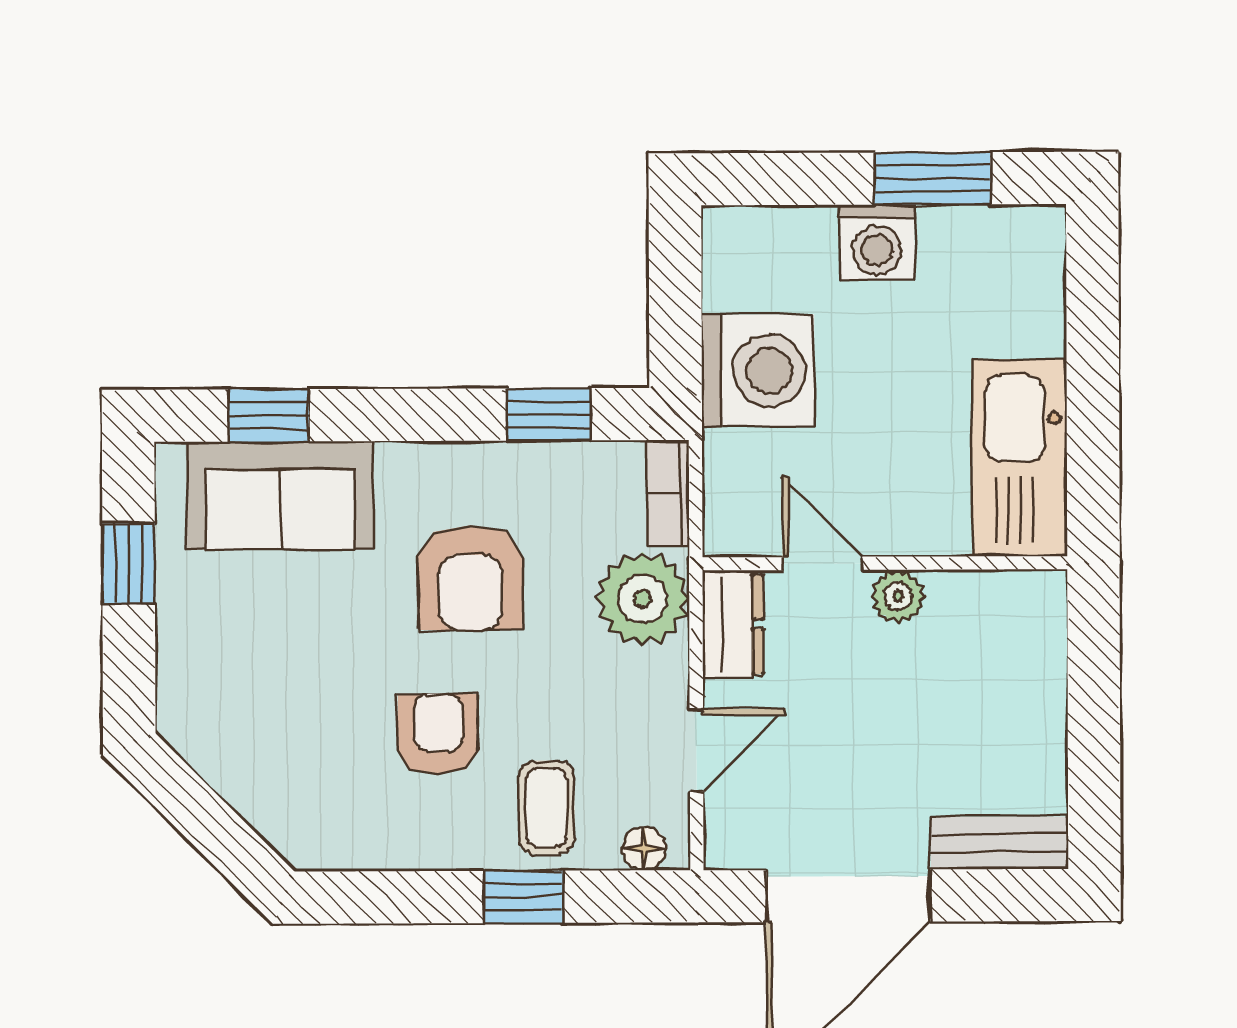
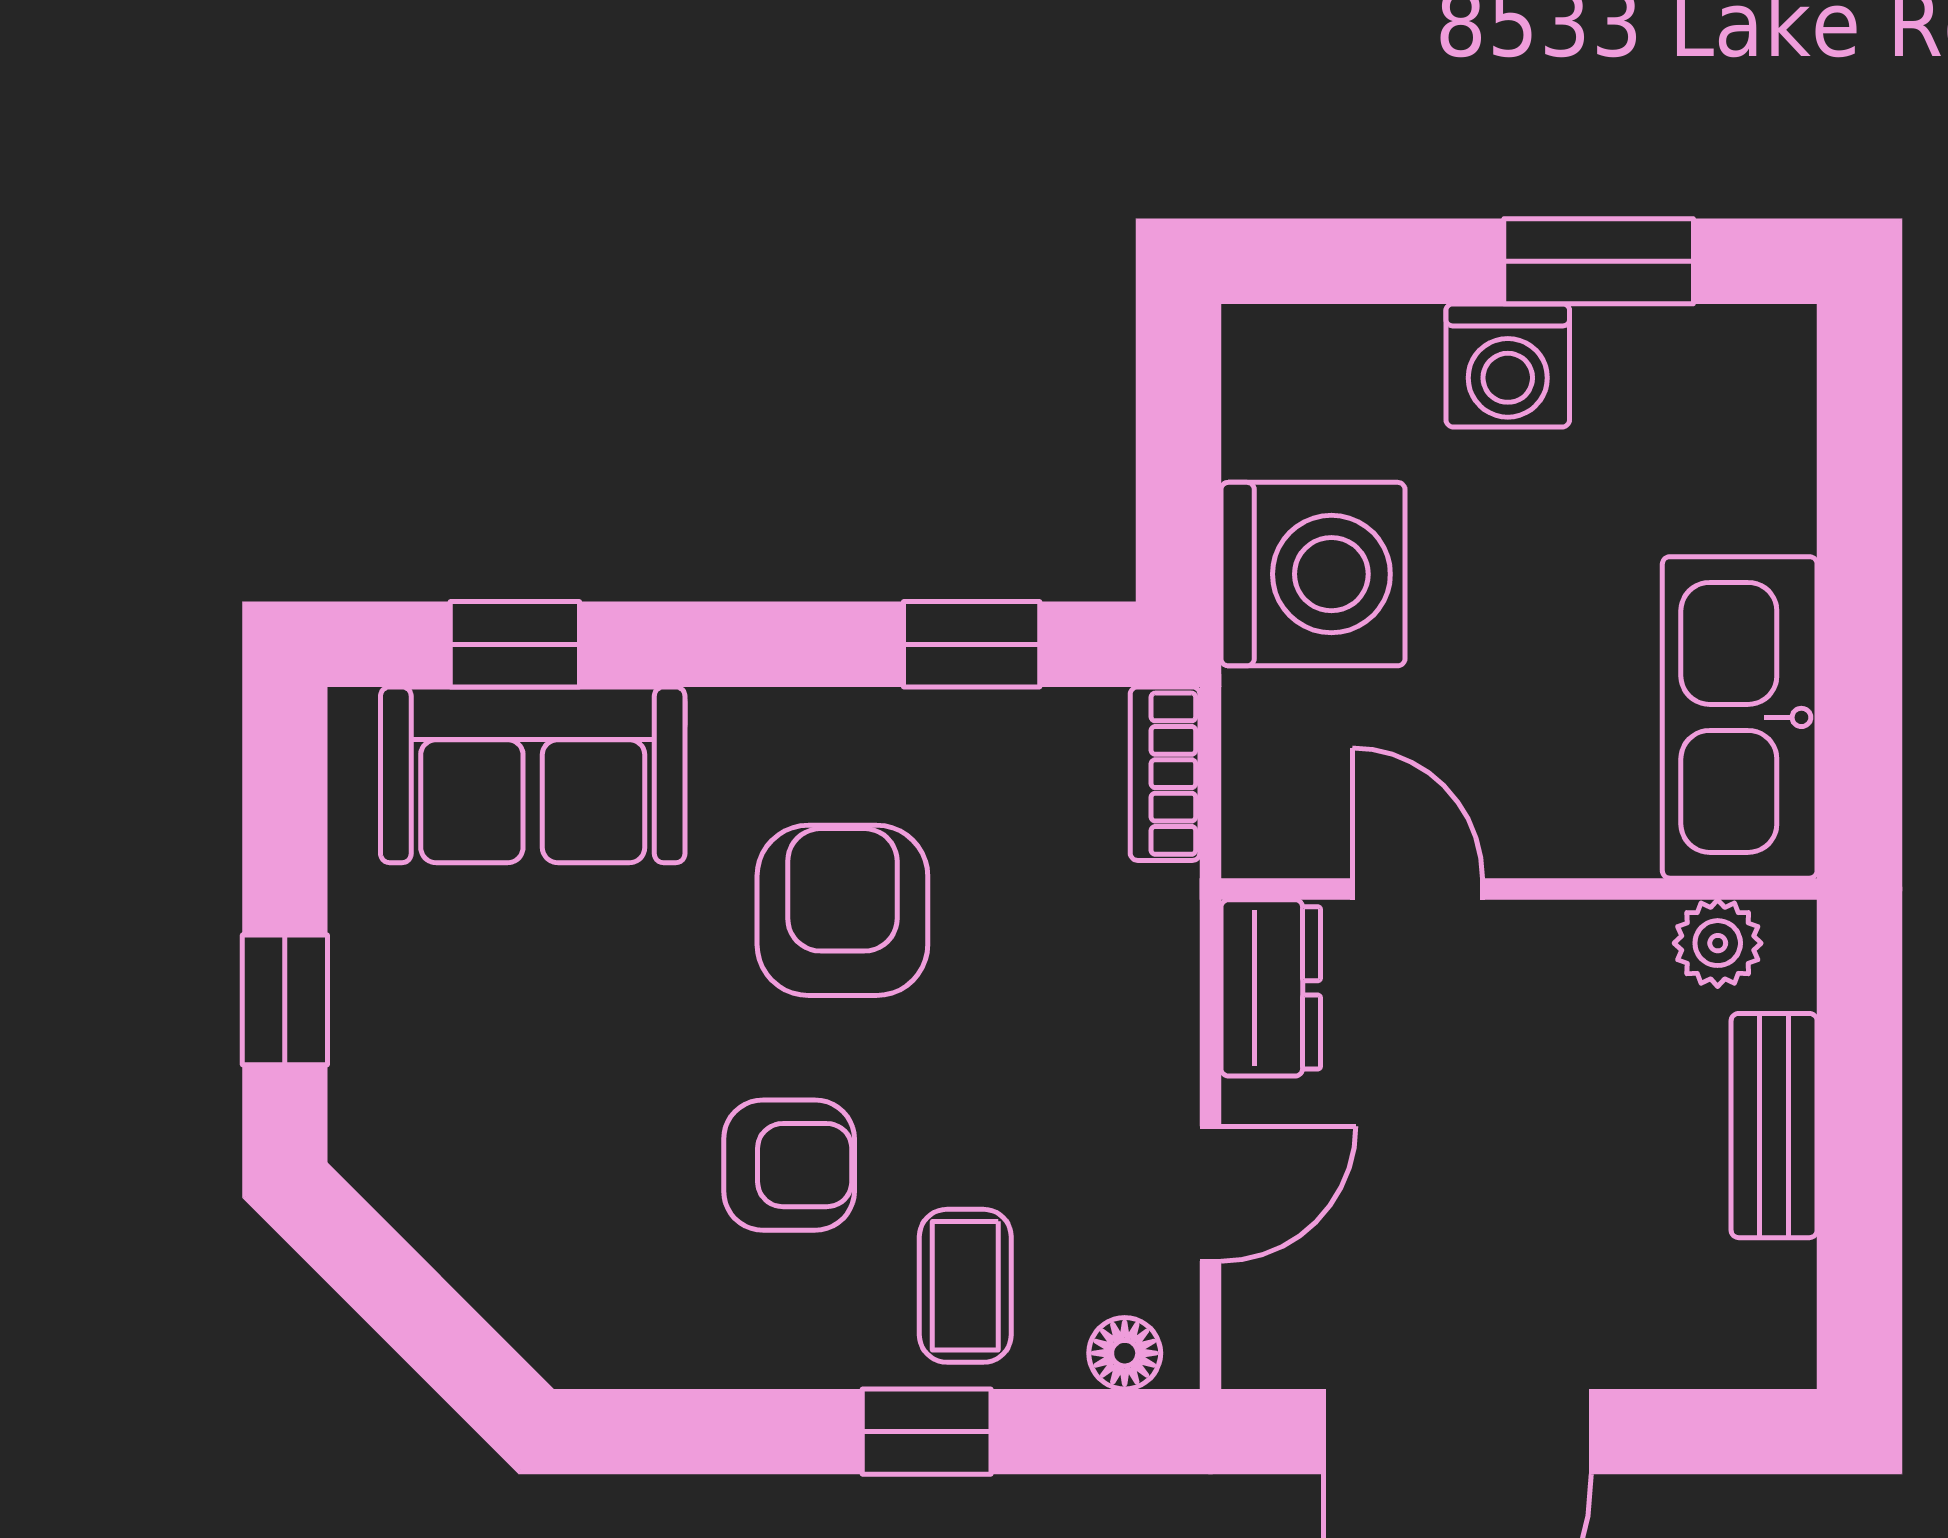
window: (129, 563) -> (285, 1000), moved
armchair: (470, 578) -> (842, 910), turned 180
plant: (898, 596) -> (1718, 943), moved
plant: (642, 599) -> (1123, 946), removed
armchair: (438, 734) -> (789, 1165), turned 90
bench: (1000, 843) -> (1774, 1126), moved, turned 90

